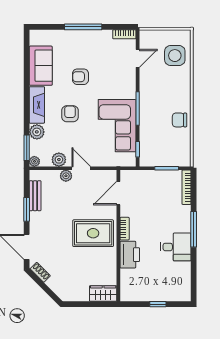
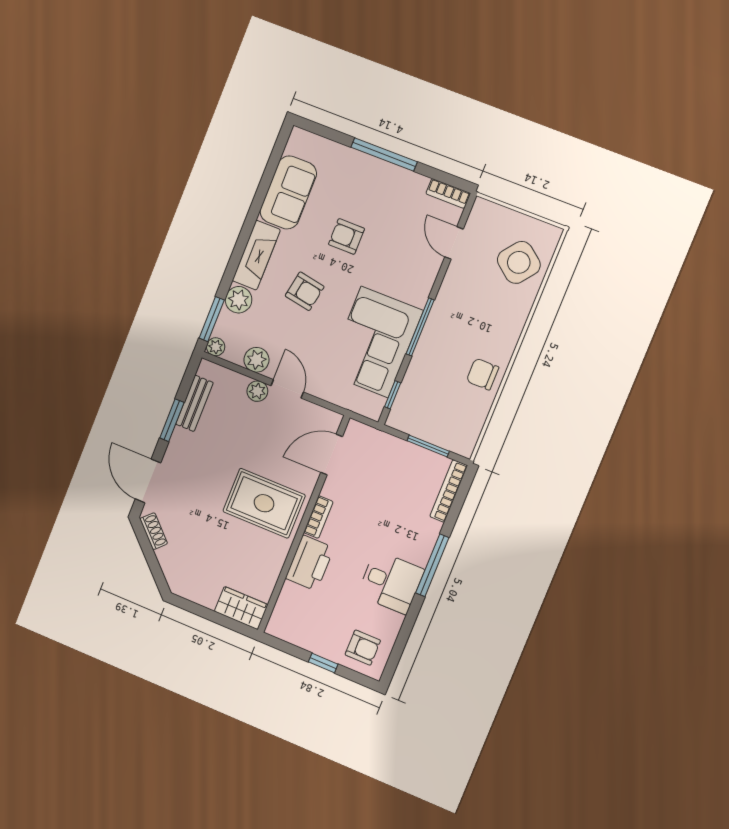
side table: (175, 56) -> (519, 262), turned 38
door: (138, 58) -> (454, 243), swing flipped
armchair: (70, 114) -> (305, 291), turned 100
armchair: (175, 287) -> (363, 648), added

